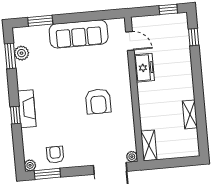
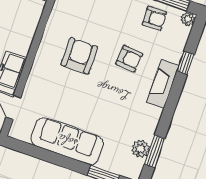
window: (15, 115) -> (186, 63), moved
armchair: (60, 116) -> (129, 59), added
armchair: (55, 155) -> (154, 18), turned -92

